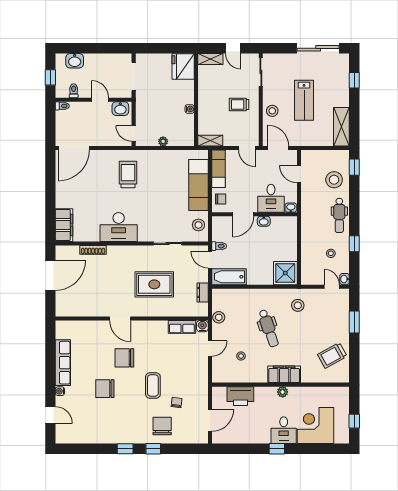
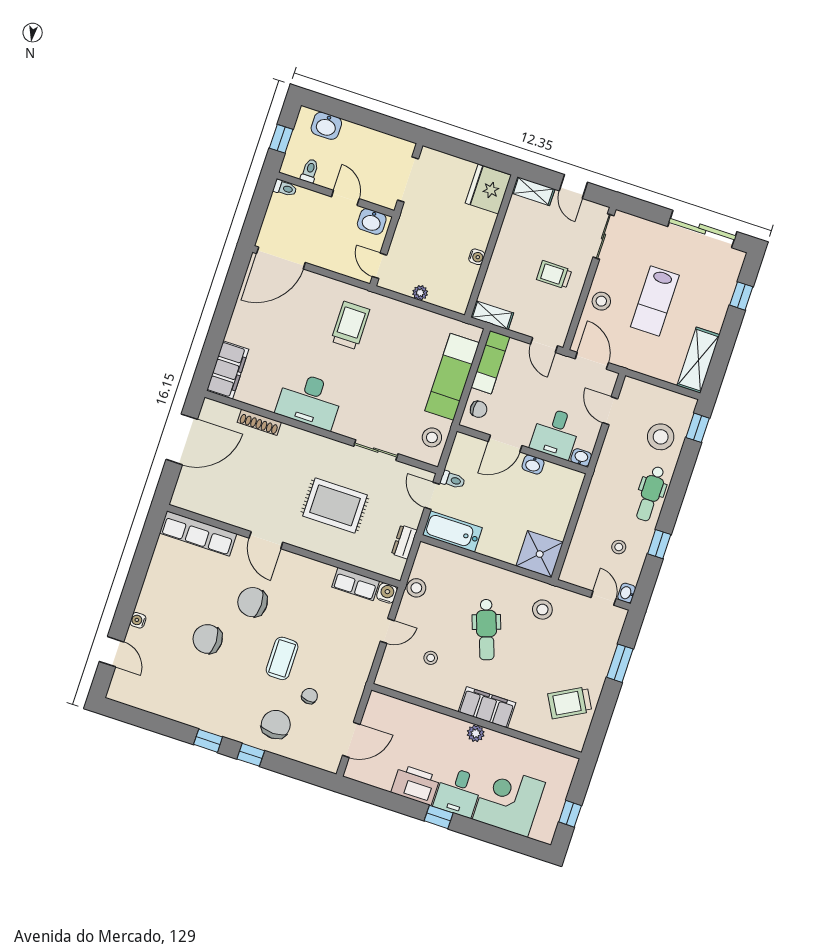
row of seats: (63, 363) -> (198, 533), moved, turned 90
printer: (240, 396) -> (416, 785), moved, turned 180

